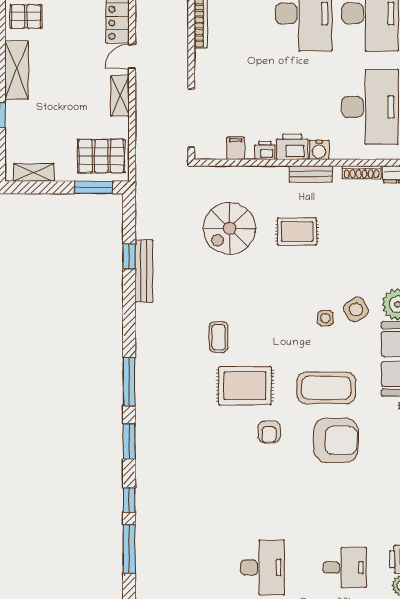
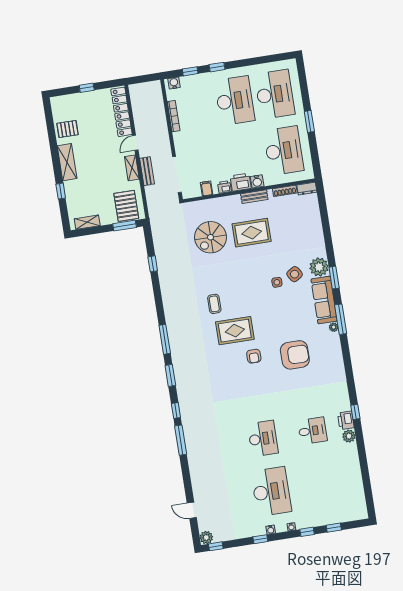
pallet: (101, 156) -> (126, 206), turned 90
rug: (297, 231) -> (252, 233), width x1.36, depth x1.43
bench: (144, 271) -> (147, 171), moved, width x0.73
coffee table: (326, 388) -> (284, 324), removed

